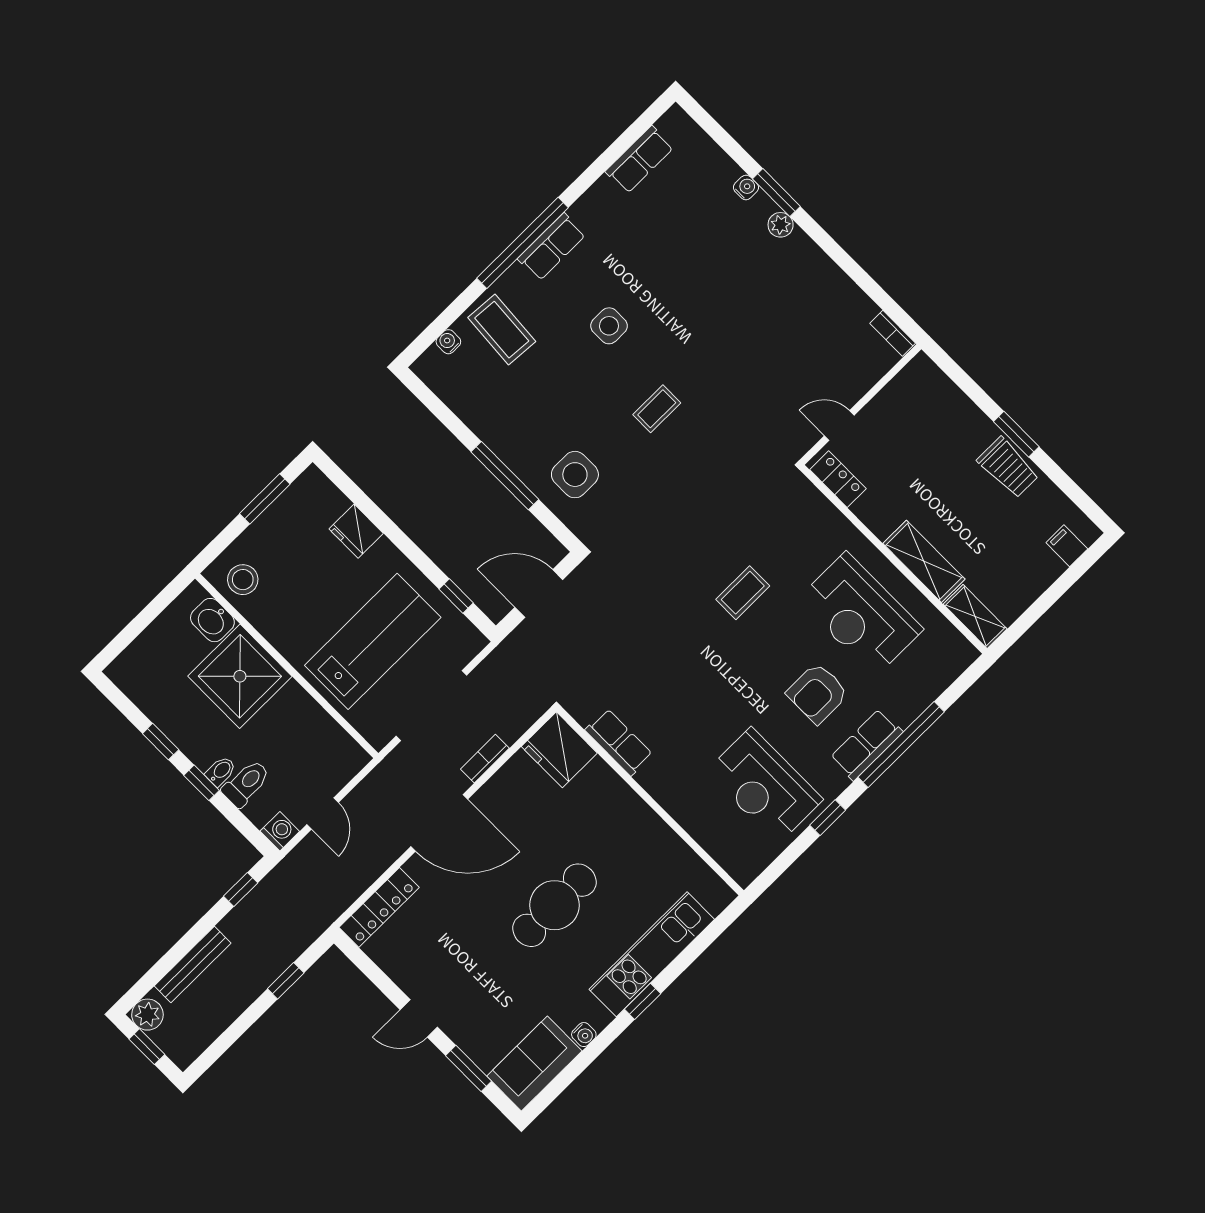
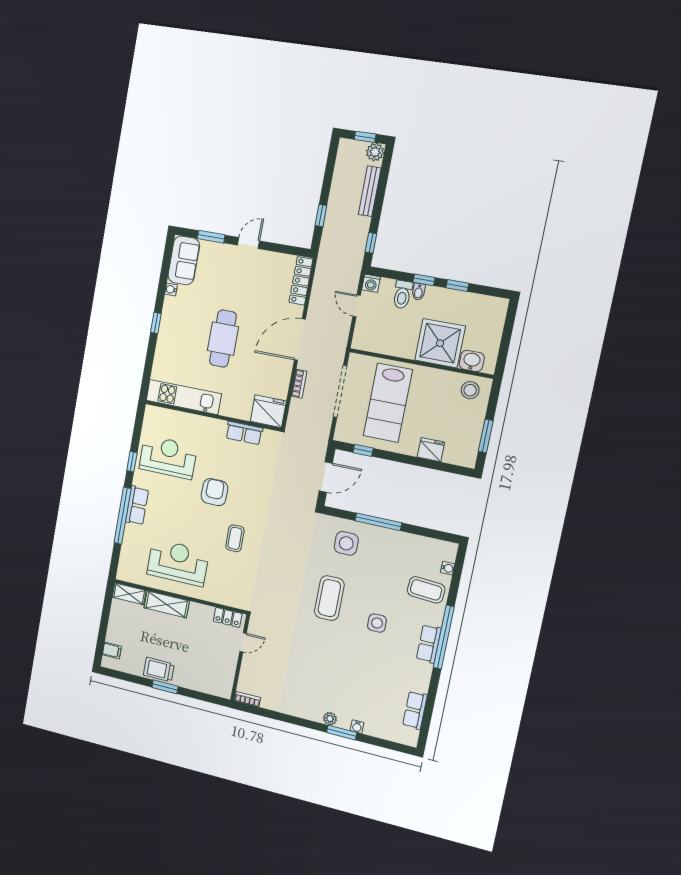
coffee table: (657, 409) -> (329, 598), width x1.86, depth x1.72
armchair: (818, 693) -> (214, 492), moved
kitchen unit: (652, 954) -> (184, 397), moved, turned -90

